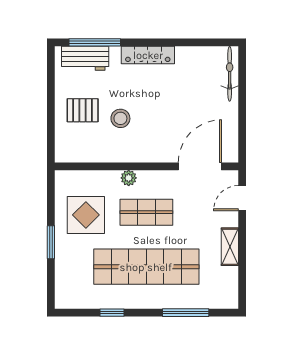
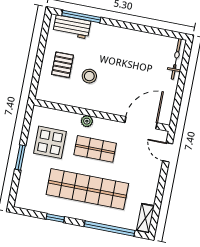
locker: (148, 55) -> (119, 33), removed
pallet: (83, 110) -> (63, 65), turned 90
door: (242, 198) -> (168, 152), hinge flipped
shelving: (230, 247) -> (145, 218), moved
window: (186, 313) -> (110, 229), width x1.46

